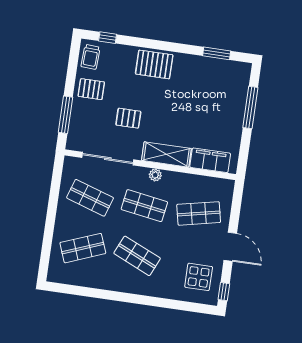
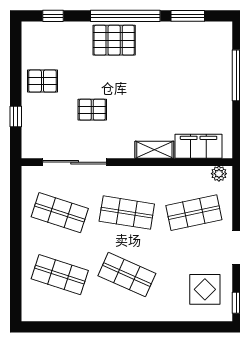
window: (166, 46) -> (125, 16), added
trolley: (91, 57) -> (36, 42), removed
window: (66, 115) -> (16, 116), width x0.46
shelving: (166, 154) -> (154, 150), width x0.67, depth x0.75
plant: (155, 175) -> (219, 174), moved
shop shelf: (83, 248) -> (60, 275), turned 39

